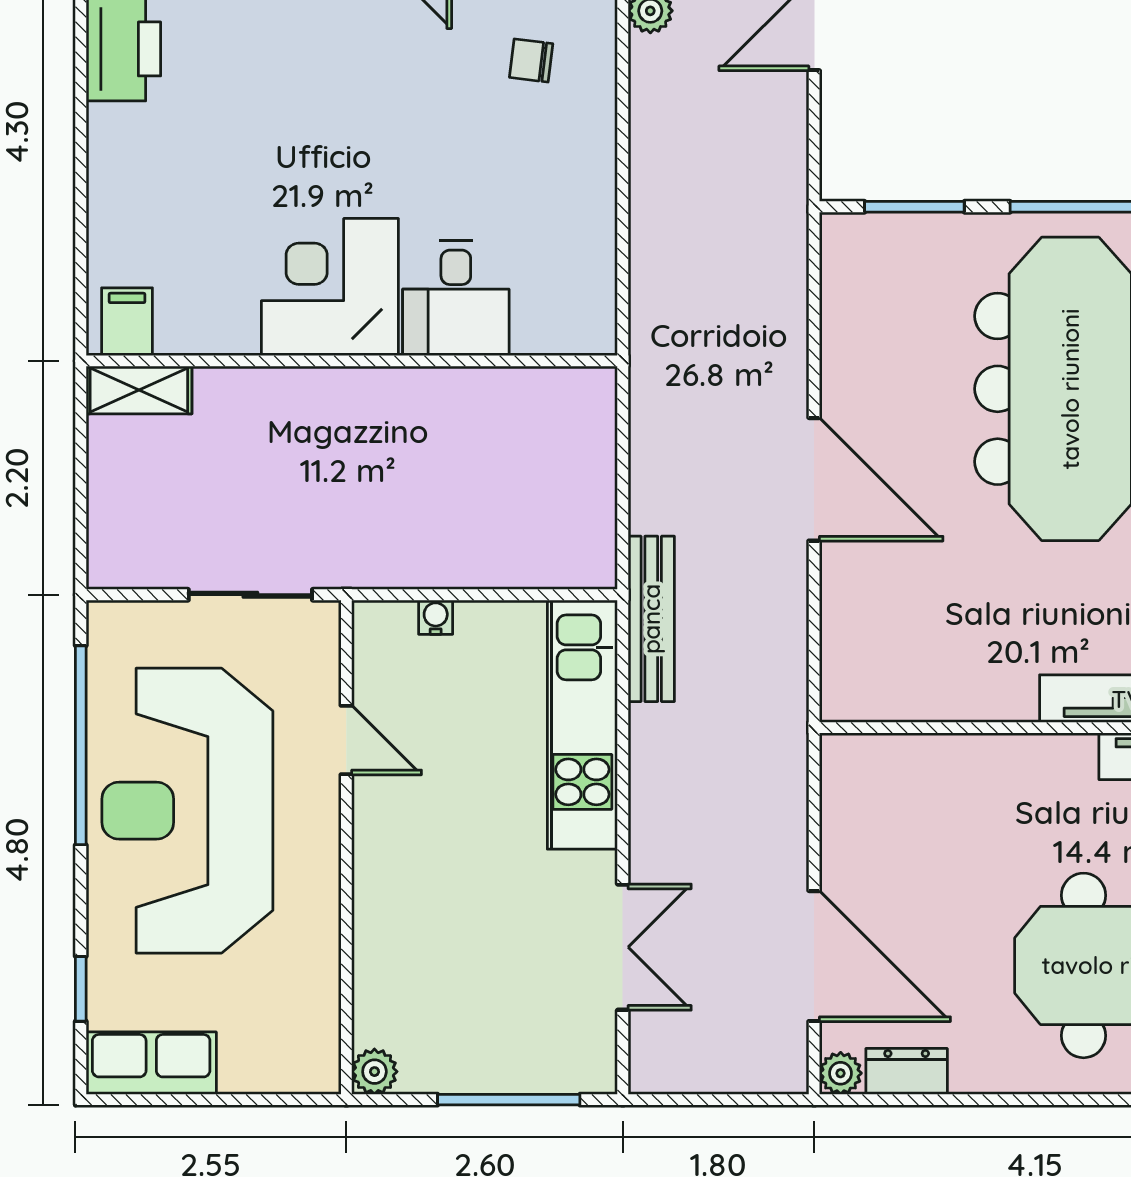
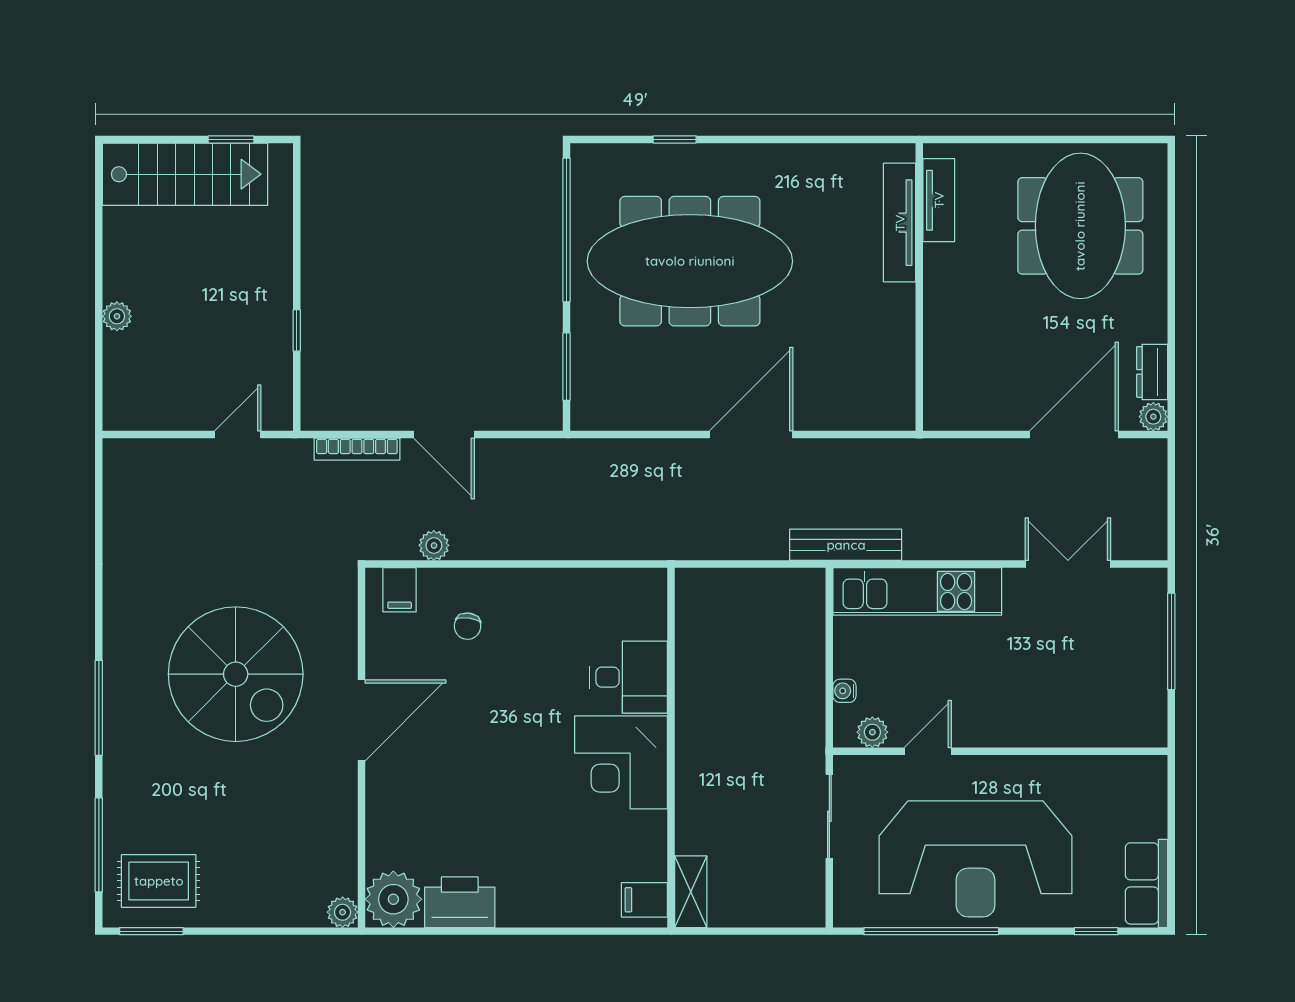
plant: (374, 1072) -> (872, 732), moved

